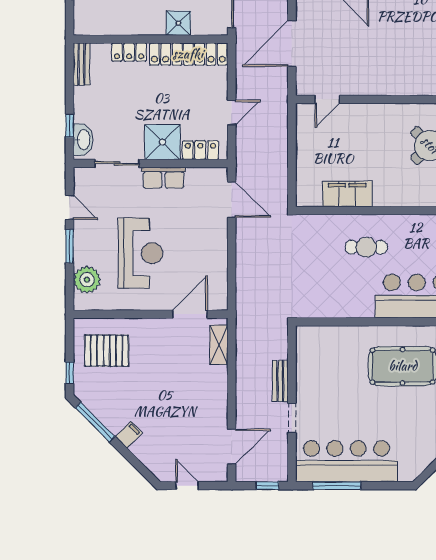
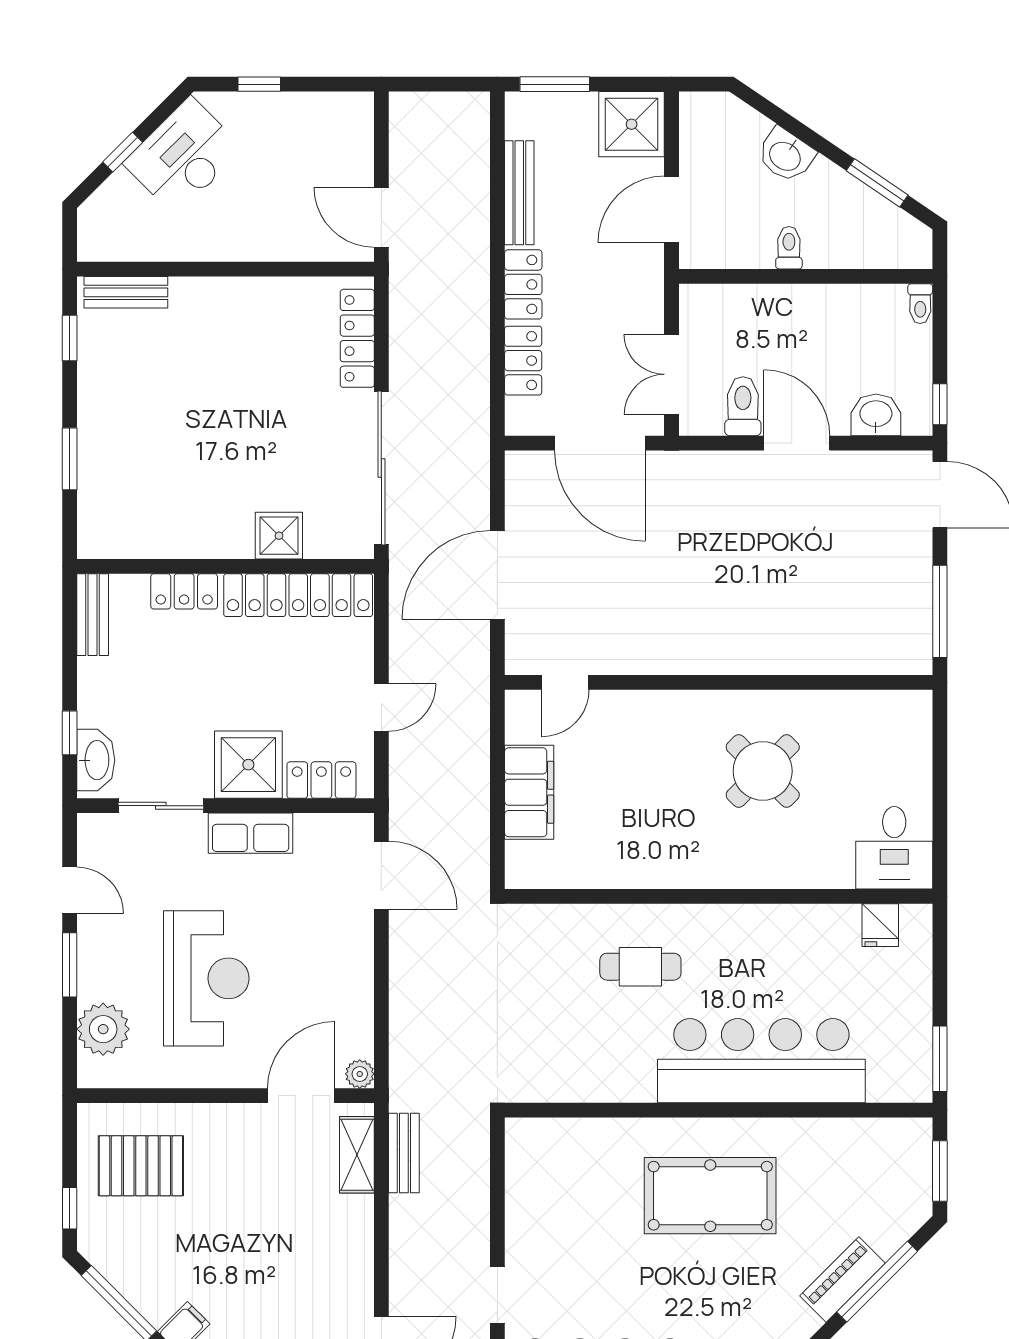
filing cabinet: (347, 194) -> (529, 792), moved, turned 90
plant: (220, 303) -> (360, 1074), added
bench: (280, 381) -> (404, 1153), moved

